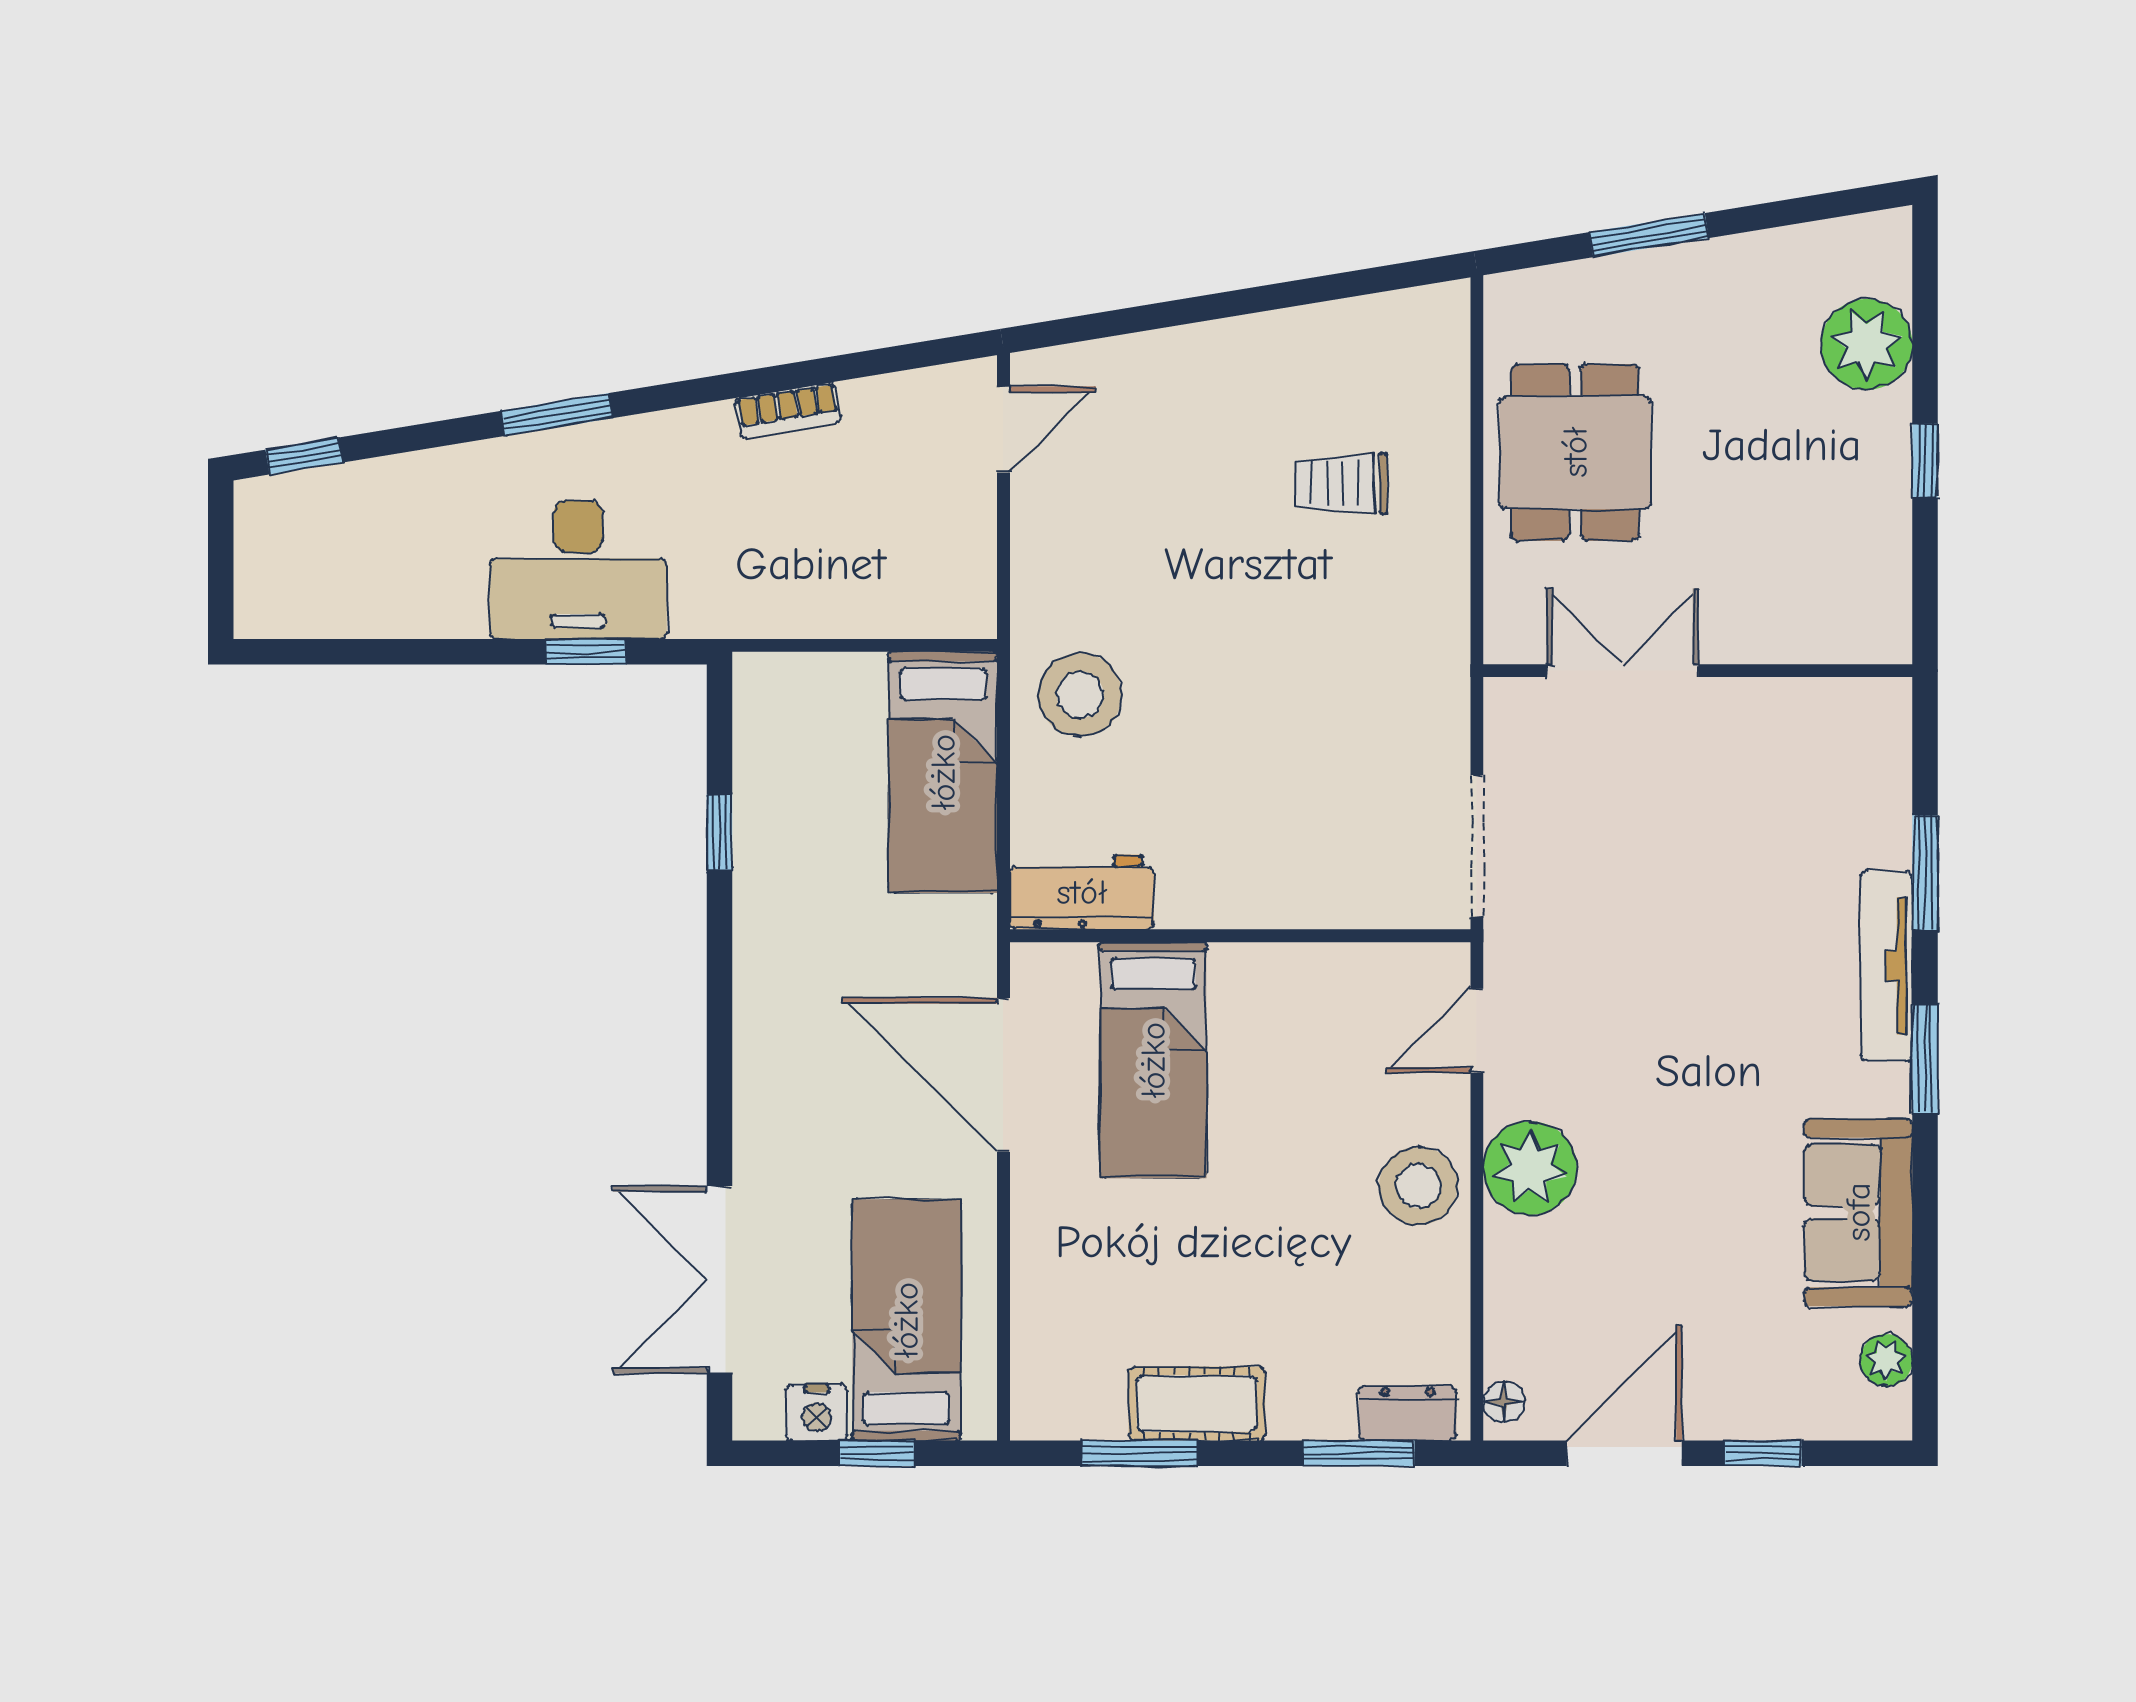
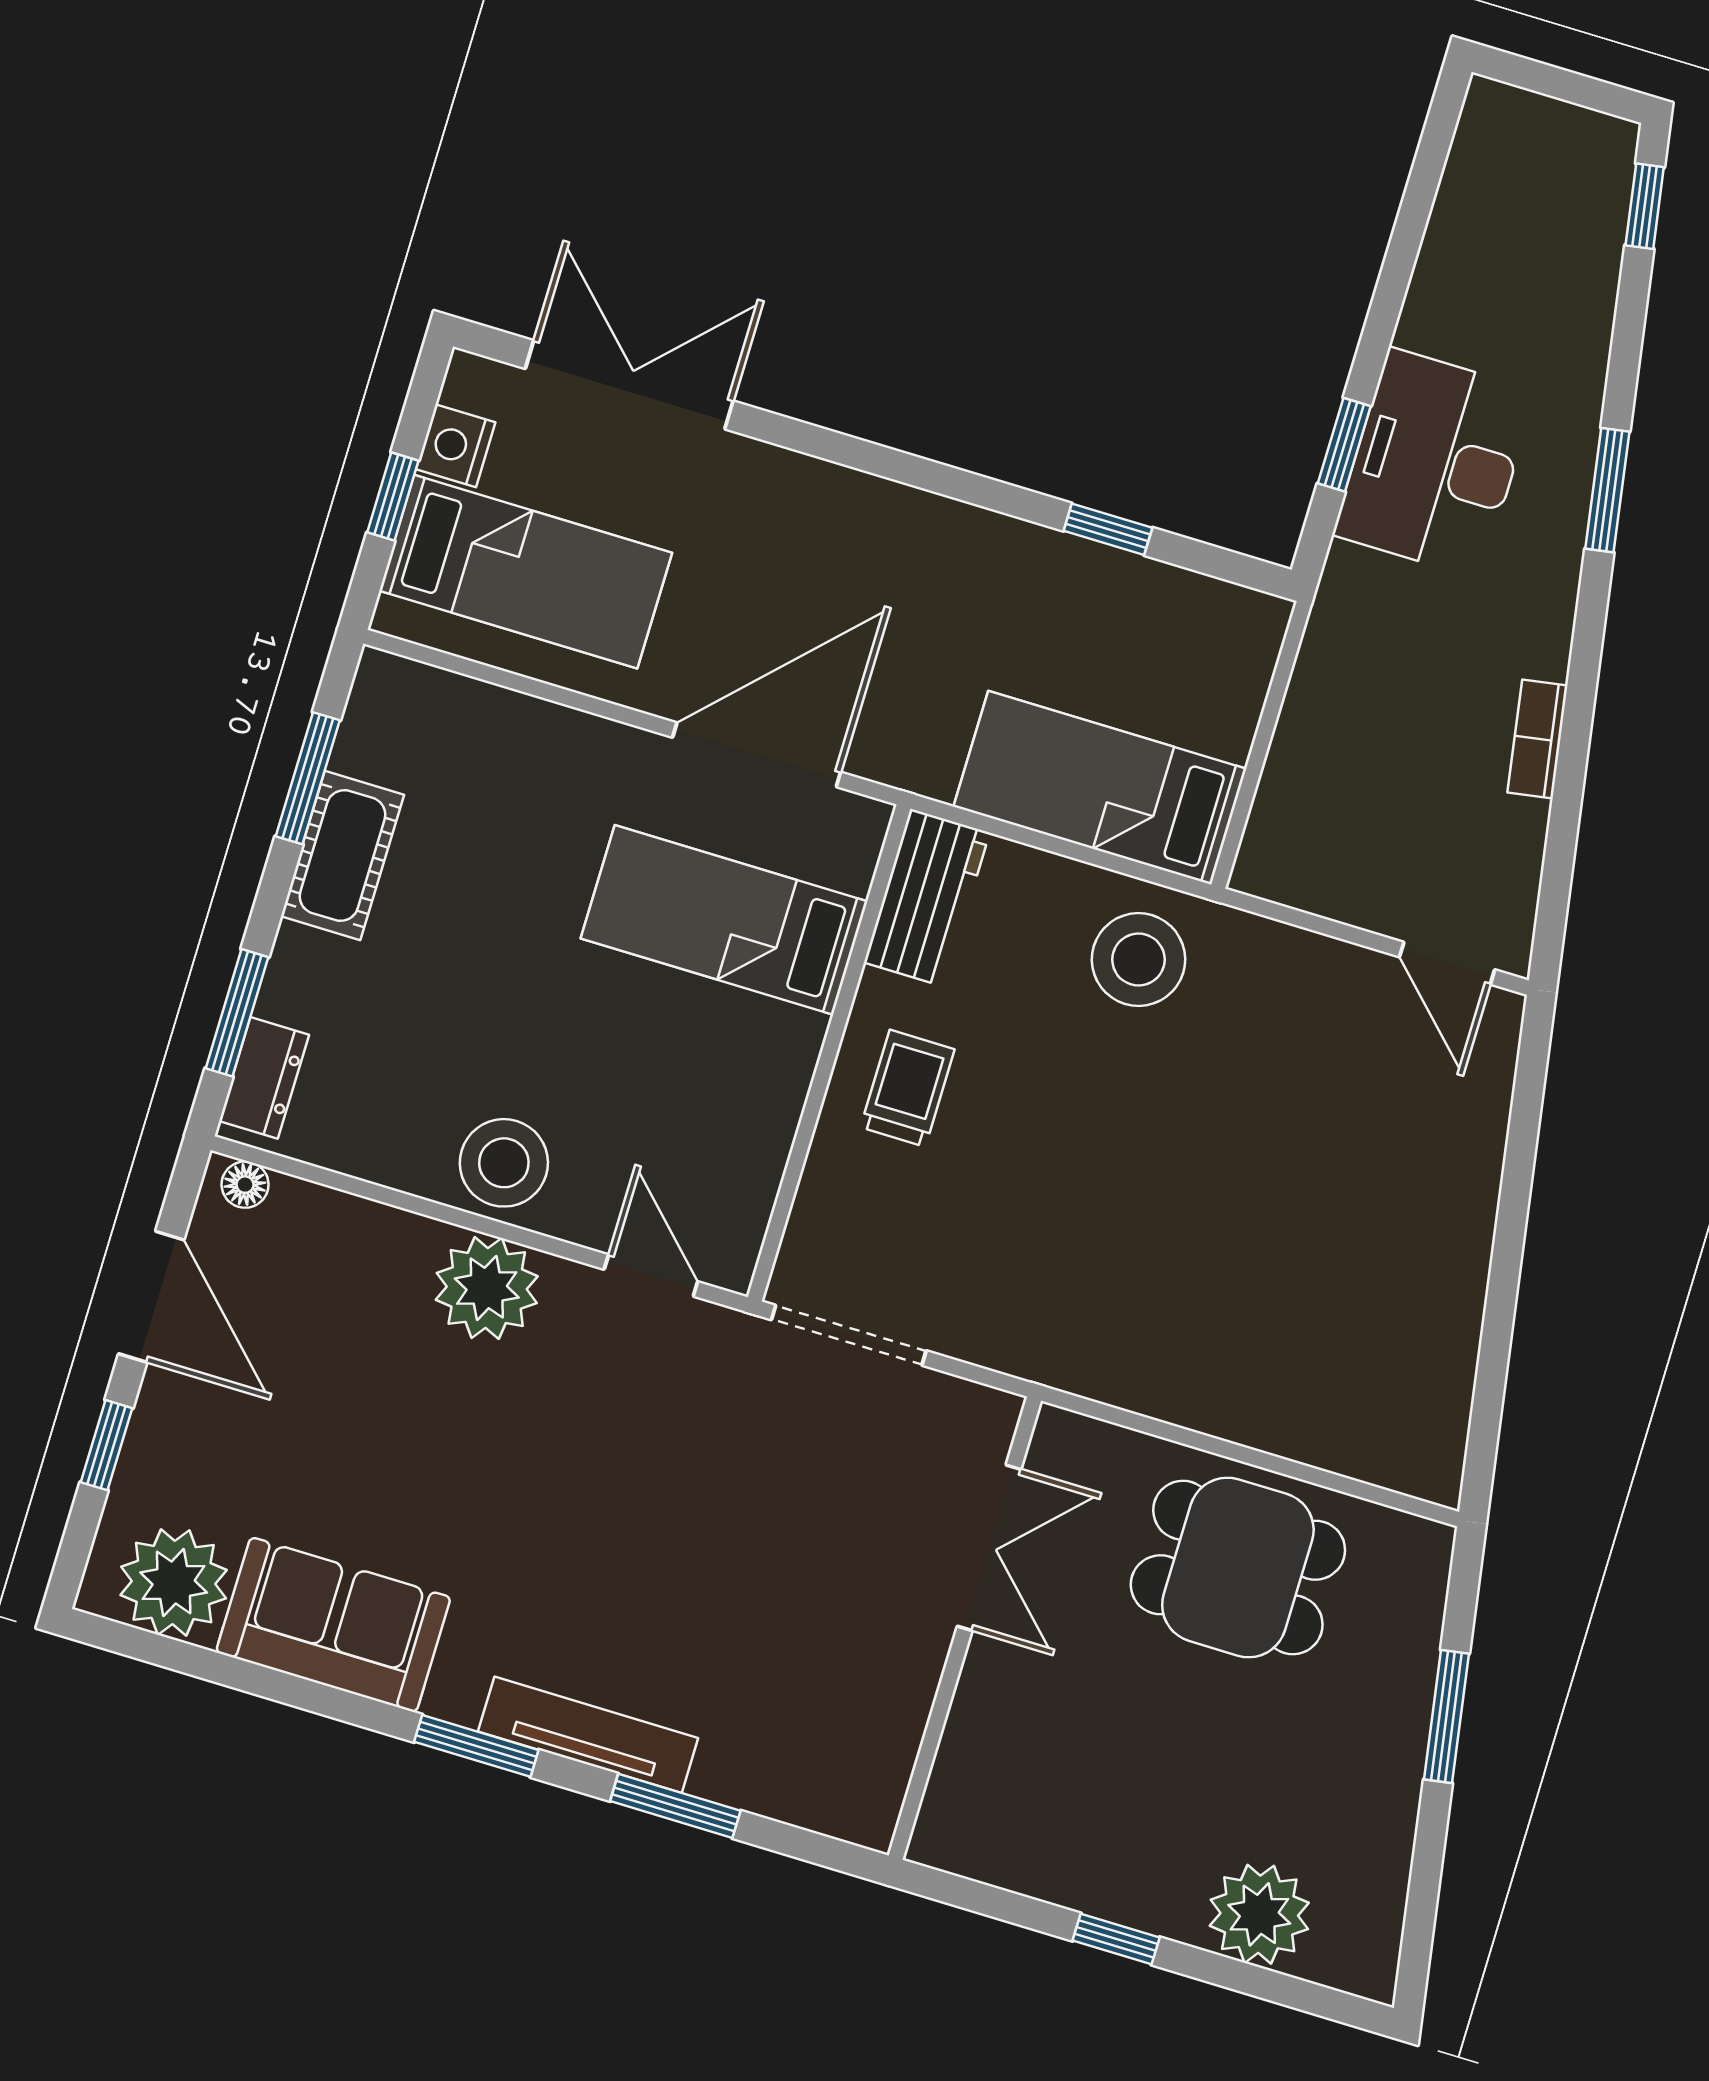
trolley: (1341, 484) -> (908, 1088), moved
plant: (1886, 1360) -> (174, 1582), width x1.88, depth x1.88

